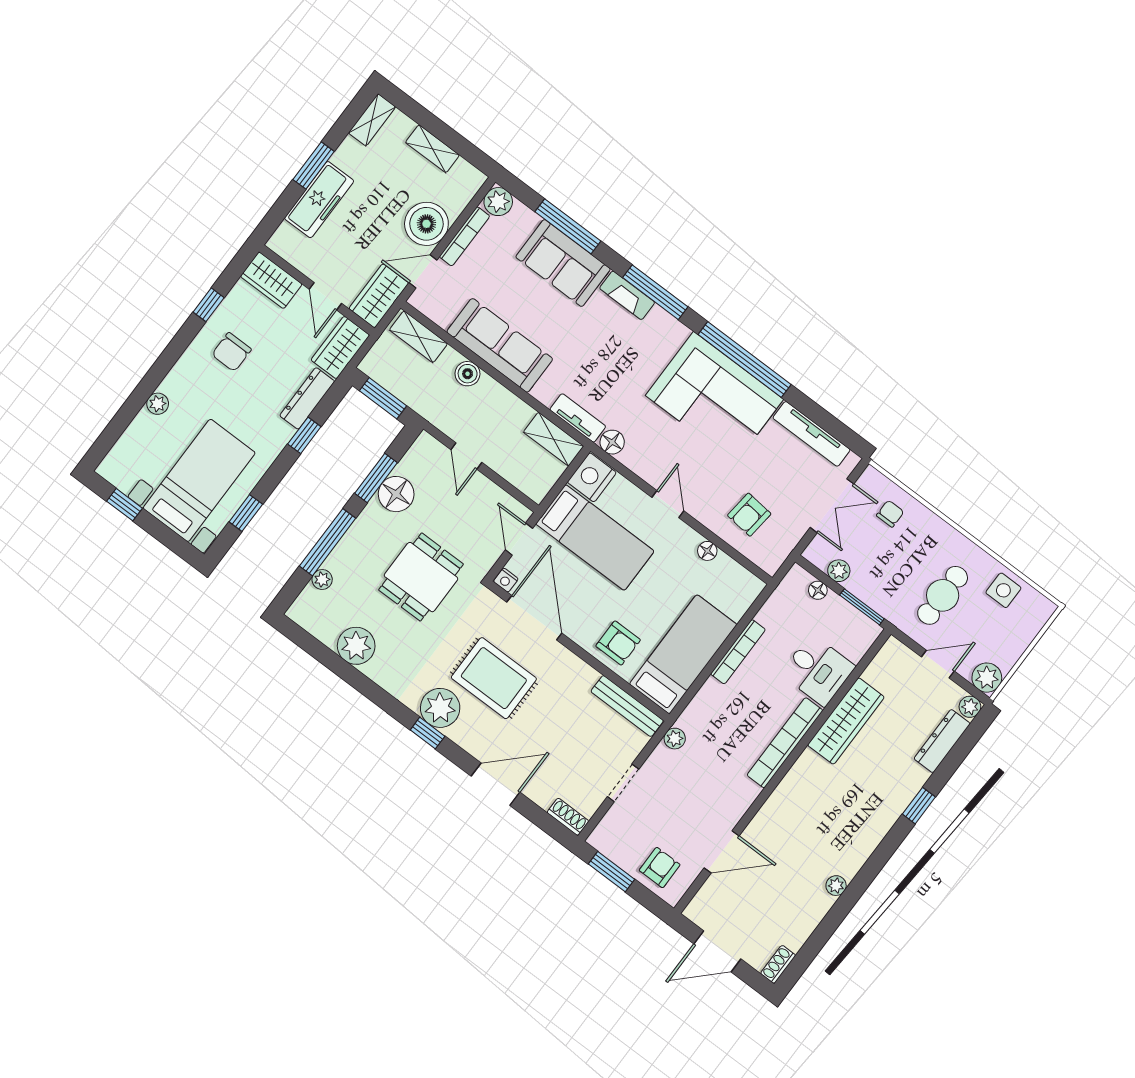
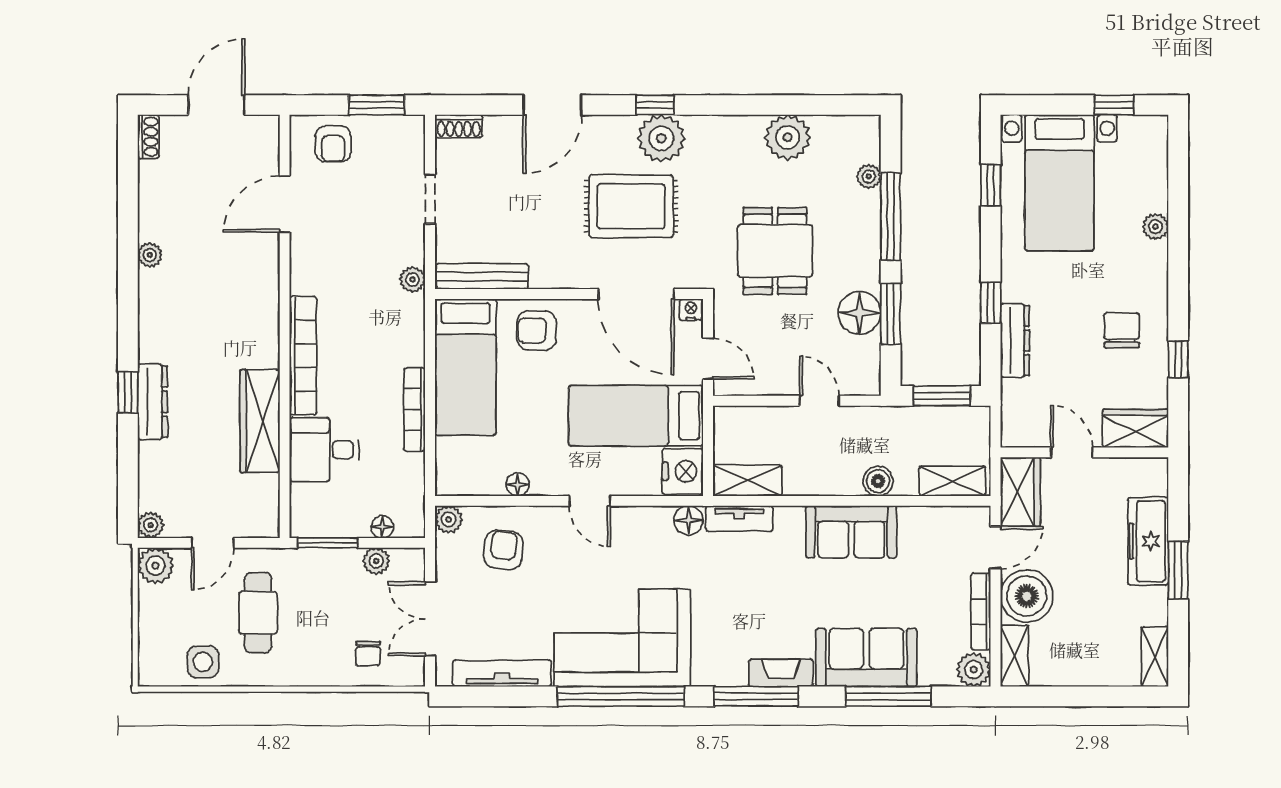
shelving: (432, 149) -> (1014, 656), moved, turned 90
sofa: (500, 345) -> (851, 532), width x0.73
wardrobe: (340, 347) -> (1020, 414), removed
plant: (770, 562) -> (449, 519), added
dresser: (942, 741) -> (152, 402), moved

